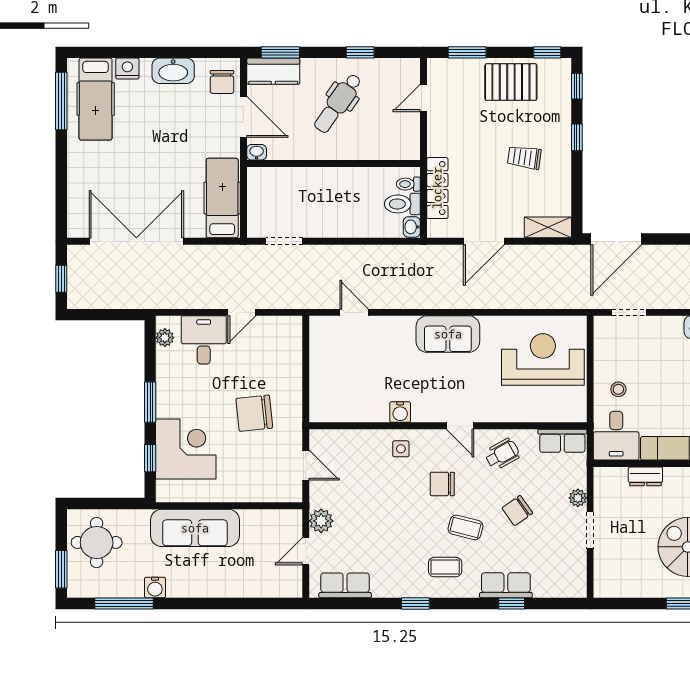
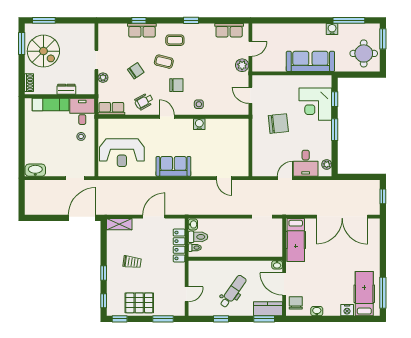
washbasin: (173, 71) -> (317, 311), width x0.52, depth x0.69

